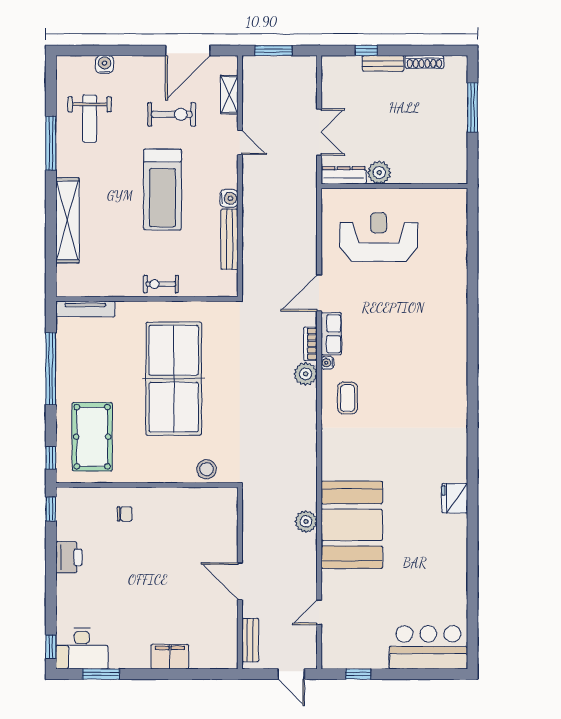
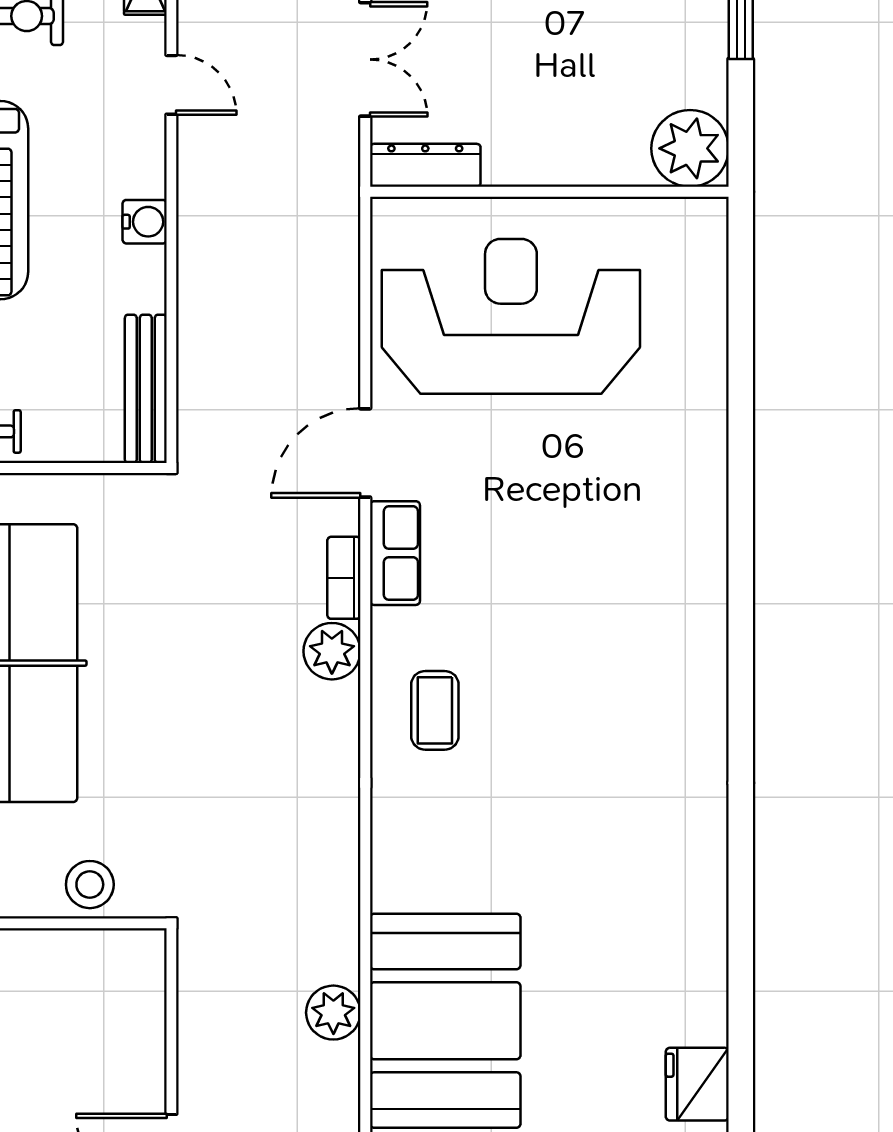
plant: (379, 173) -> (690, 148), moved, width x1.36, depth x1.36
reception desk: (379, 237) -> (511, 316), width x1.36, depth x1.30
bench: (229, 239) -> (146, 389), moved
water cooler: (327, 363) -> (385, 624), removed
fridge: (455, 498) -> (697, 1084), moved

